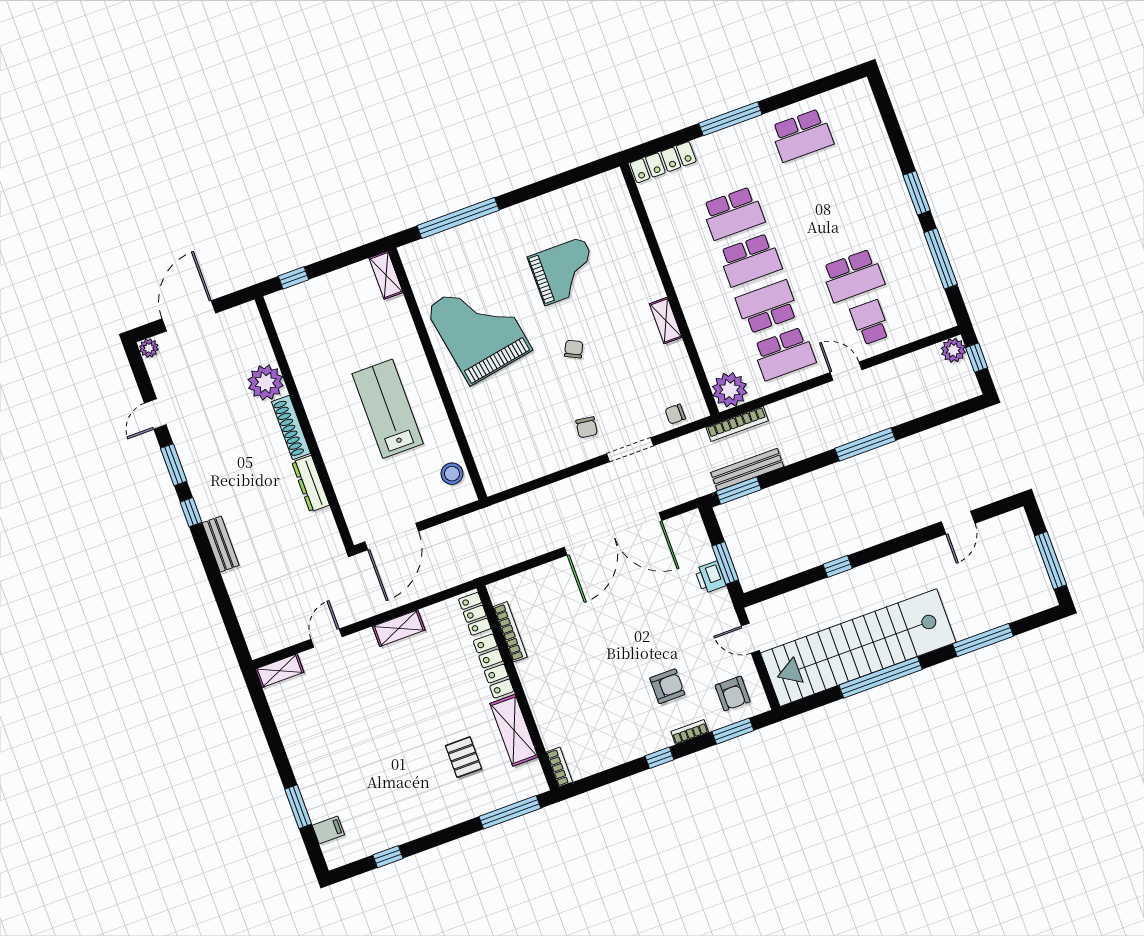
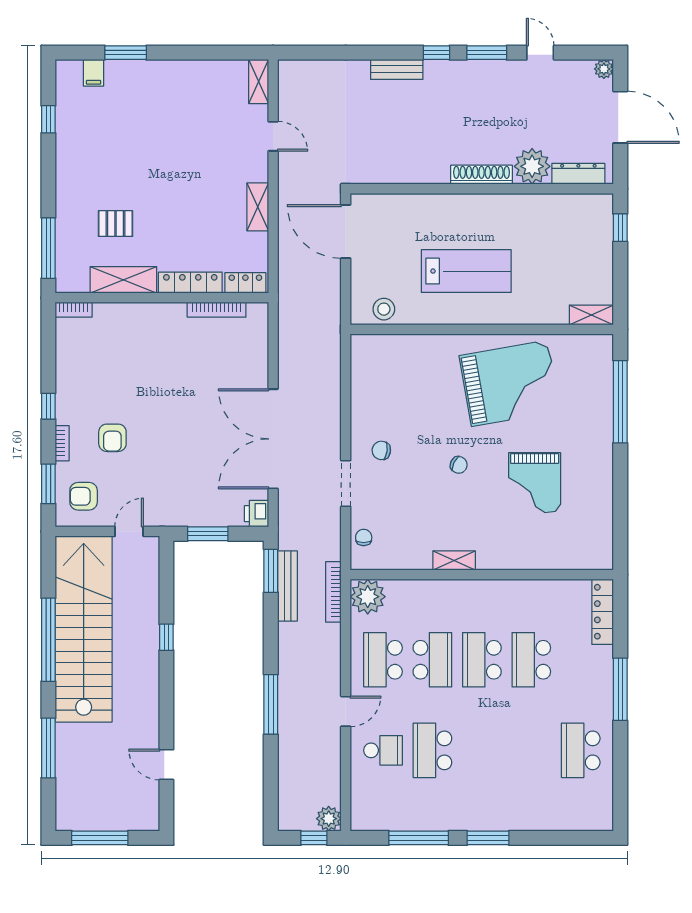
dresser: (311, 484) -> (578, 174), moved
printer: (710, 577) -> (256, 514), moved, turned -90

